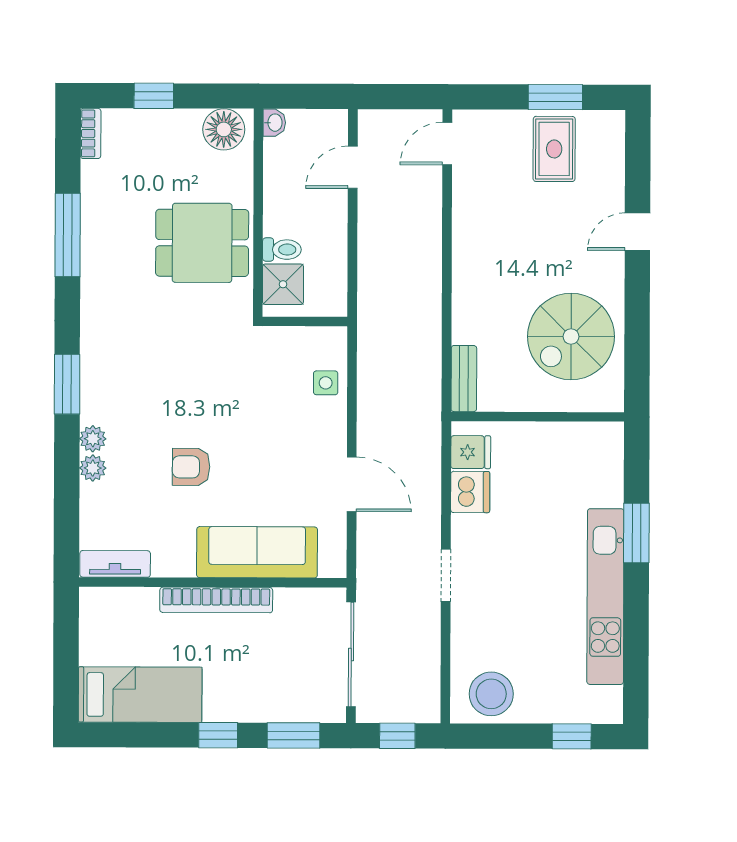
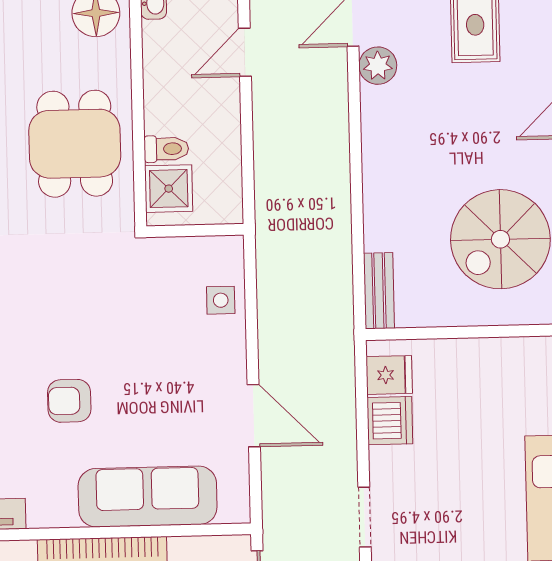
plant: (468, 182) -> (378, 66), added
dining table: (202, 243) -> (75, 144), turned 90

